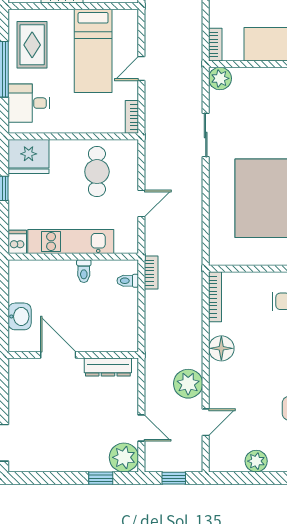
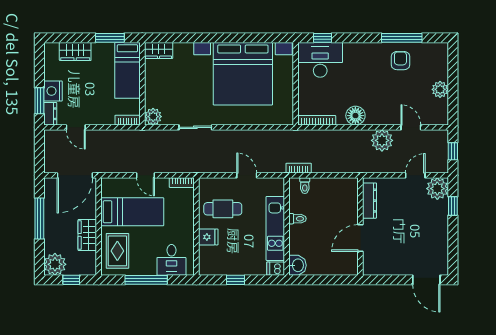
rug: (32, 45) -> (117, 251), moved, turned 90
fridge: (29, 157) -> (208, 237), moved, width x0.53, depth x0.75
washbasin: (20, 316) -> (297, 265), moved, turned 90

